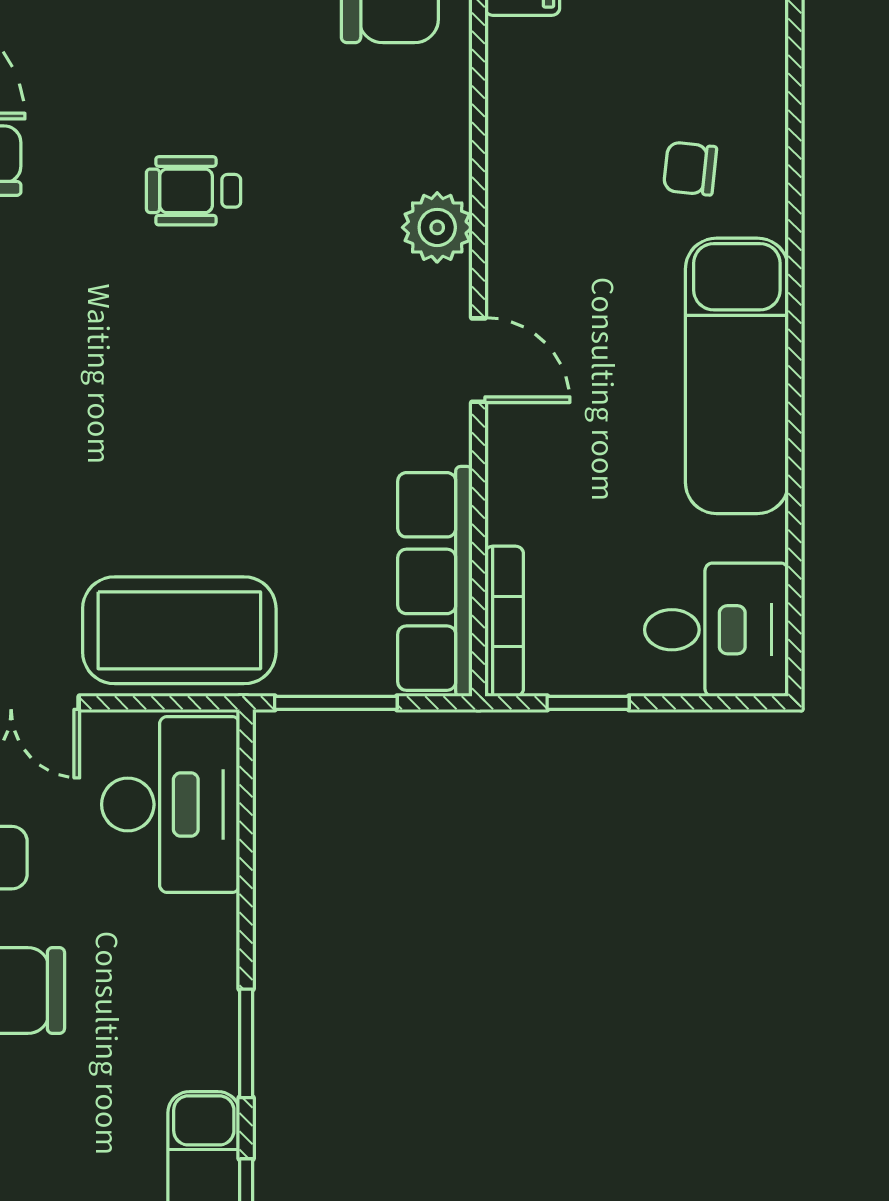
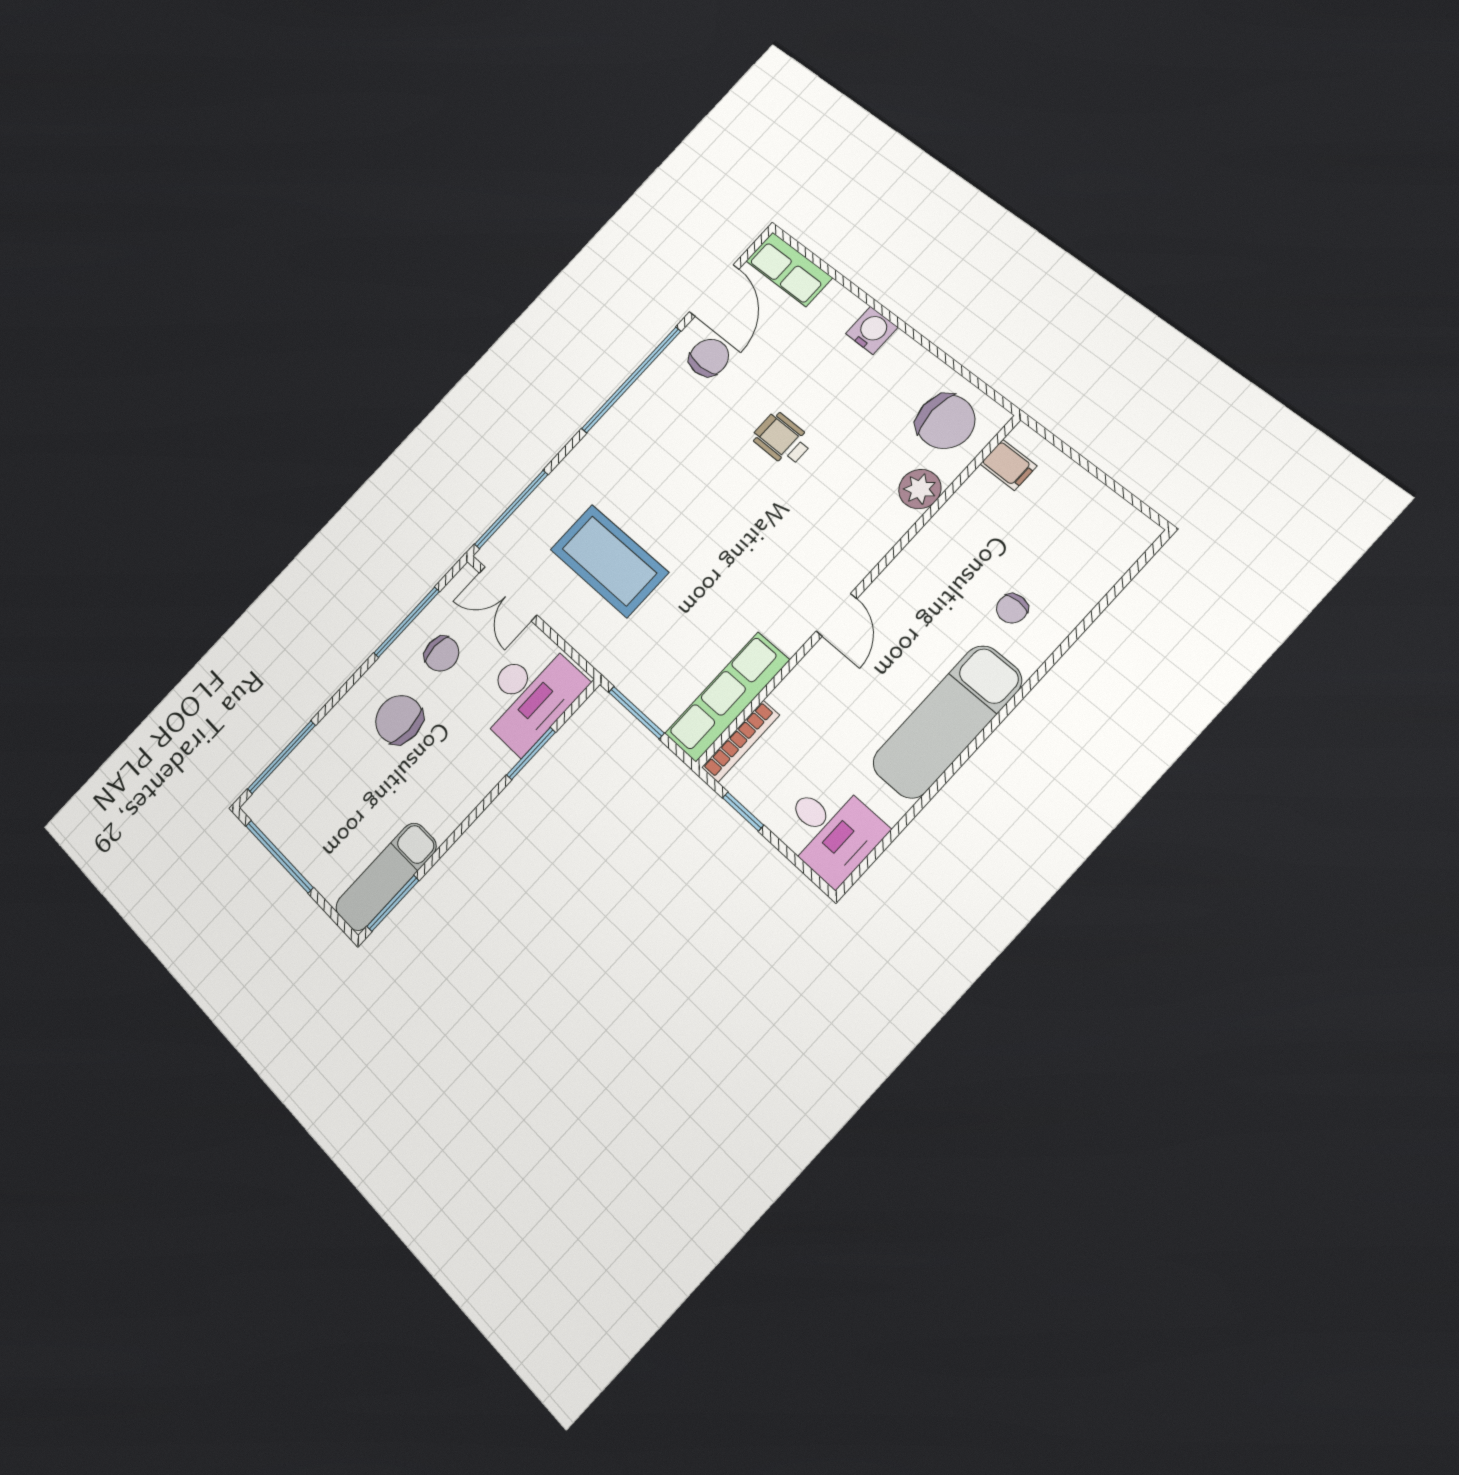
chair: (690, 169) -> (1012, 608), turned -96
plant: (437, 227) -> (920, 489), moved
coffee table: (179, 630) -> (609, 561), moved
window: (246, 1043) -> (531, 754), moved

